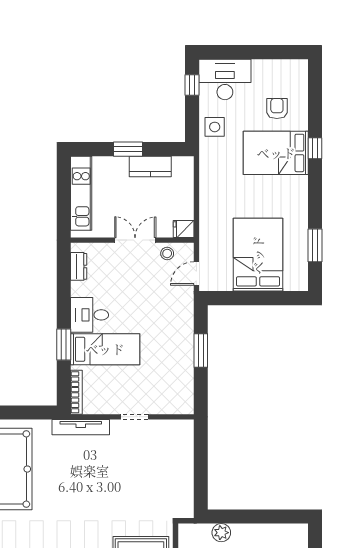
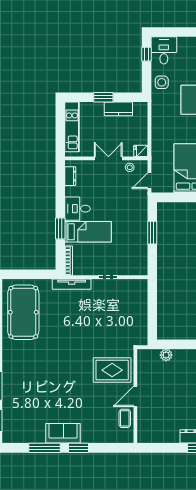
desk: (225, 79) -> (164, 50), width x0.73

